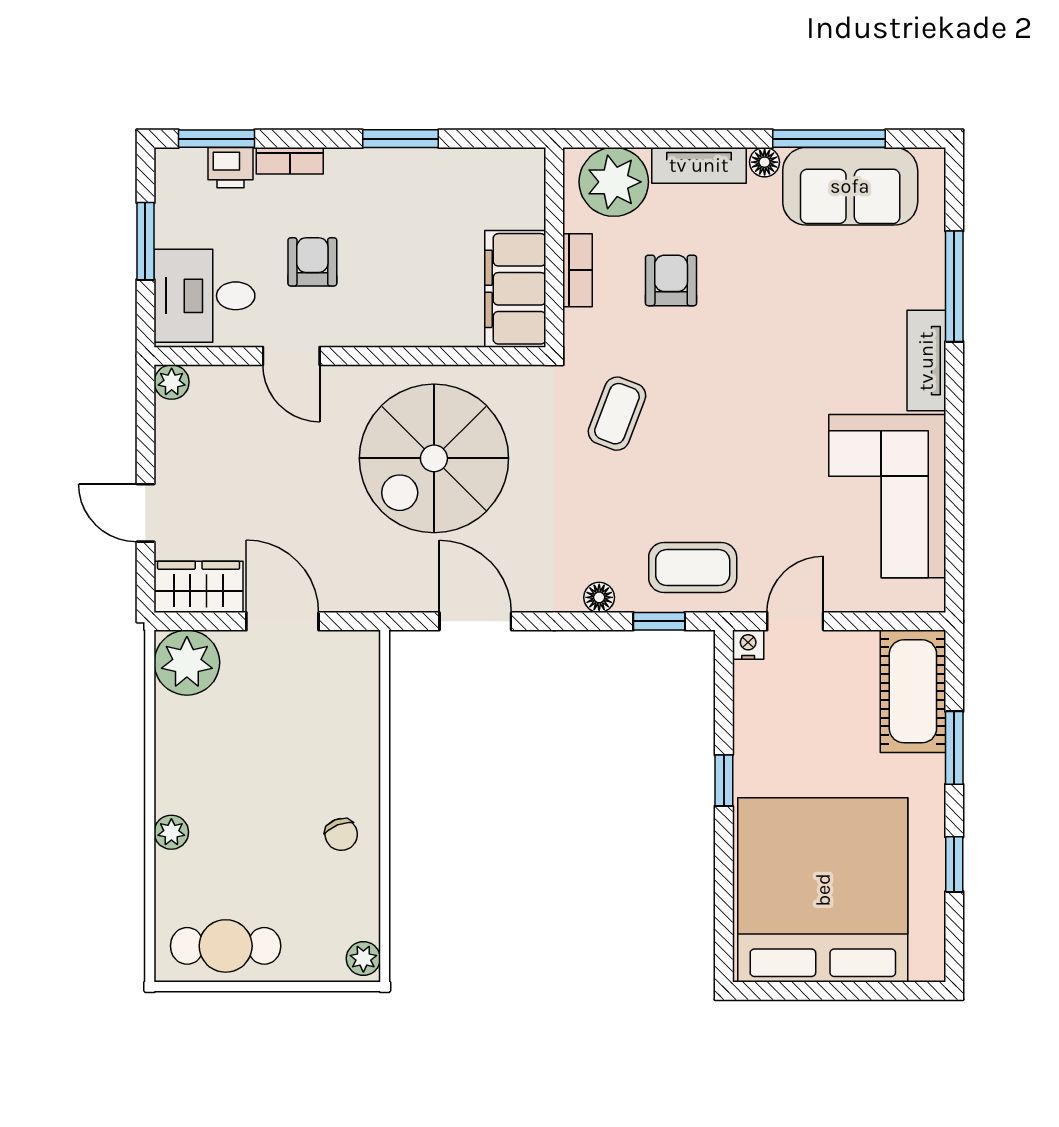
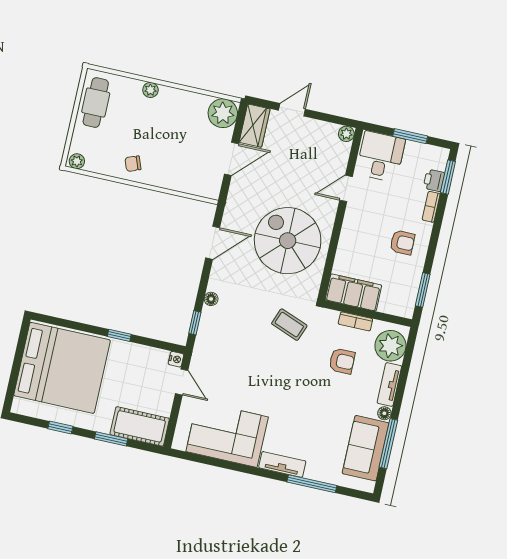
window: (400, 139) -> (423, 290), moved
armchair: (312, 262) -> (402, 242), moved
coffee table: (693, 568) -> (215, 343), removed

